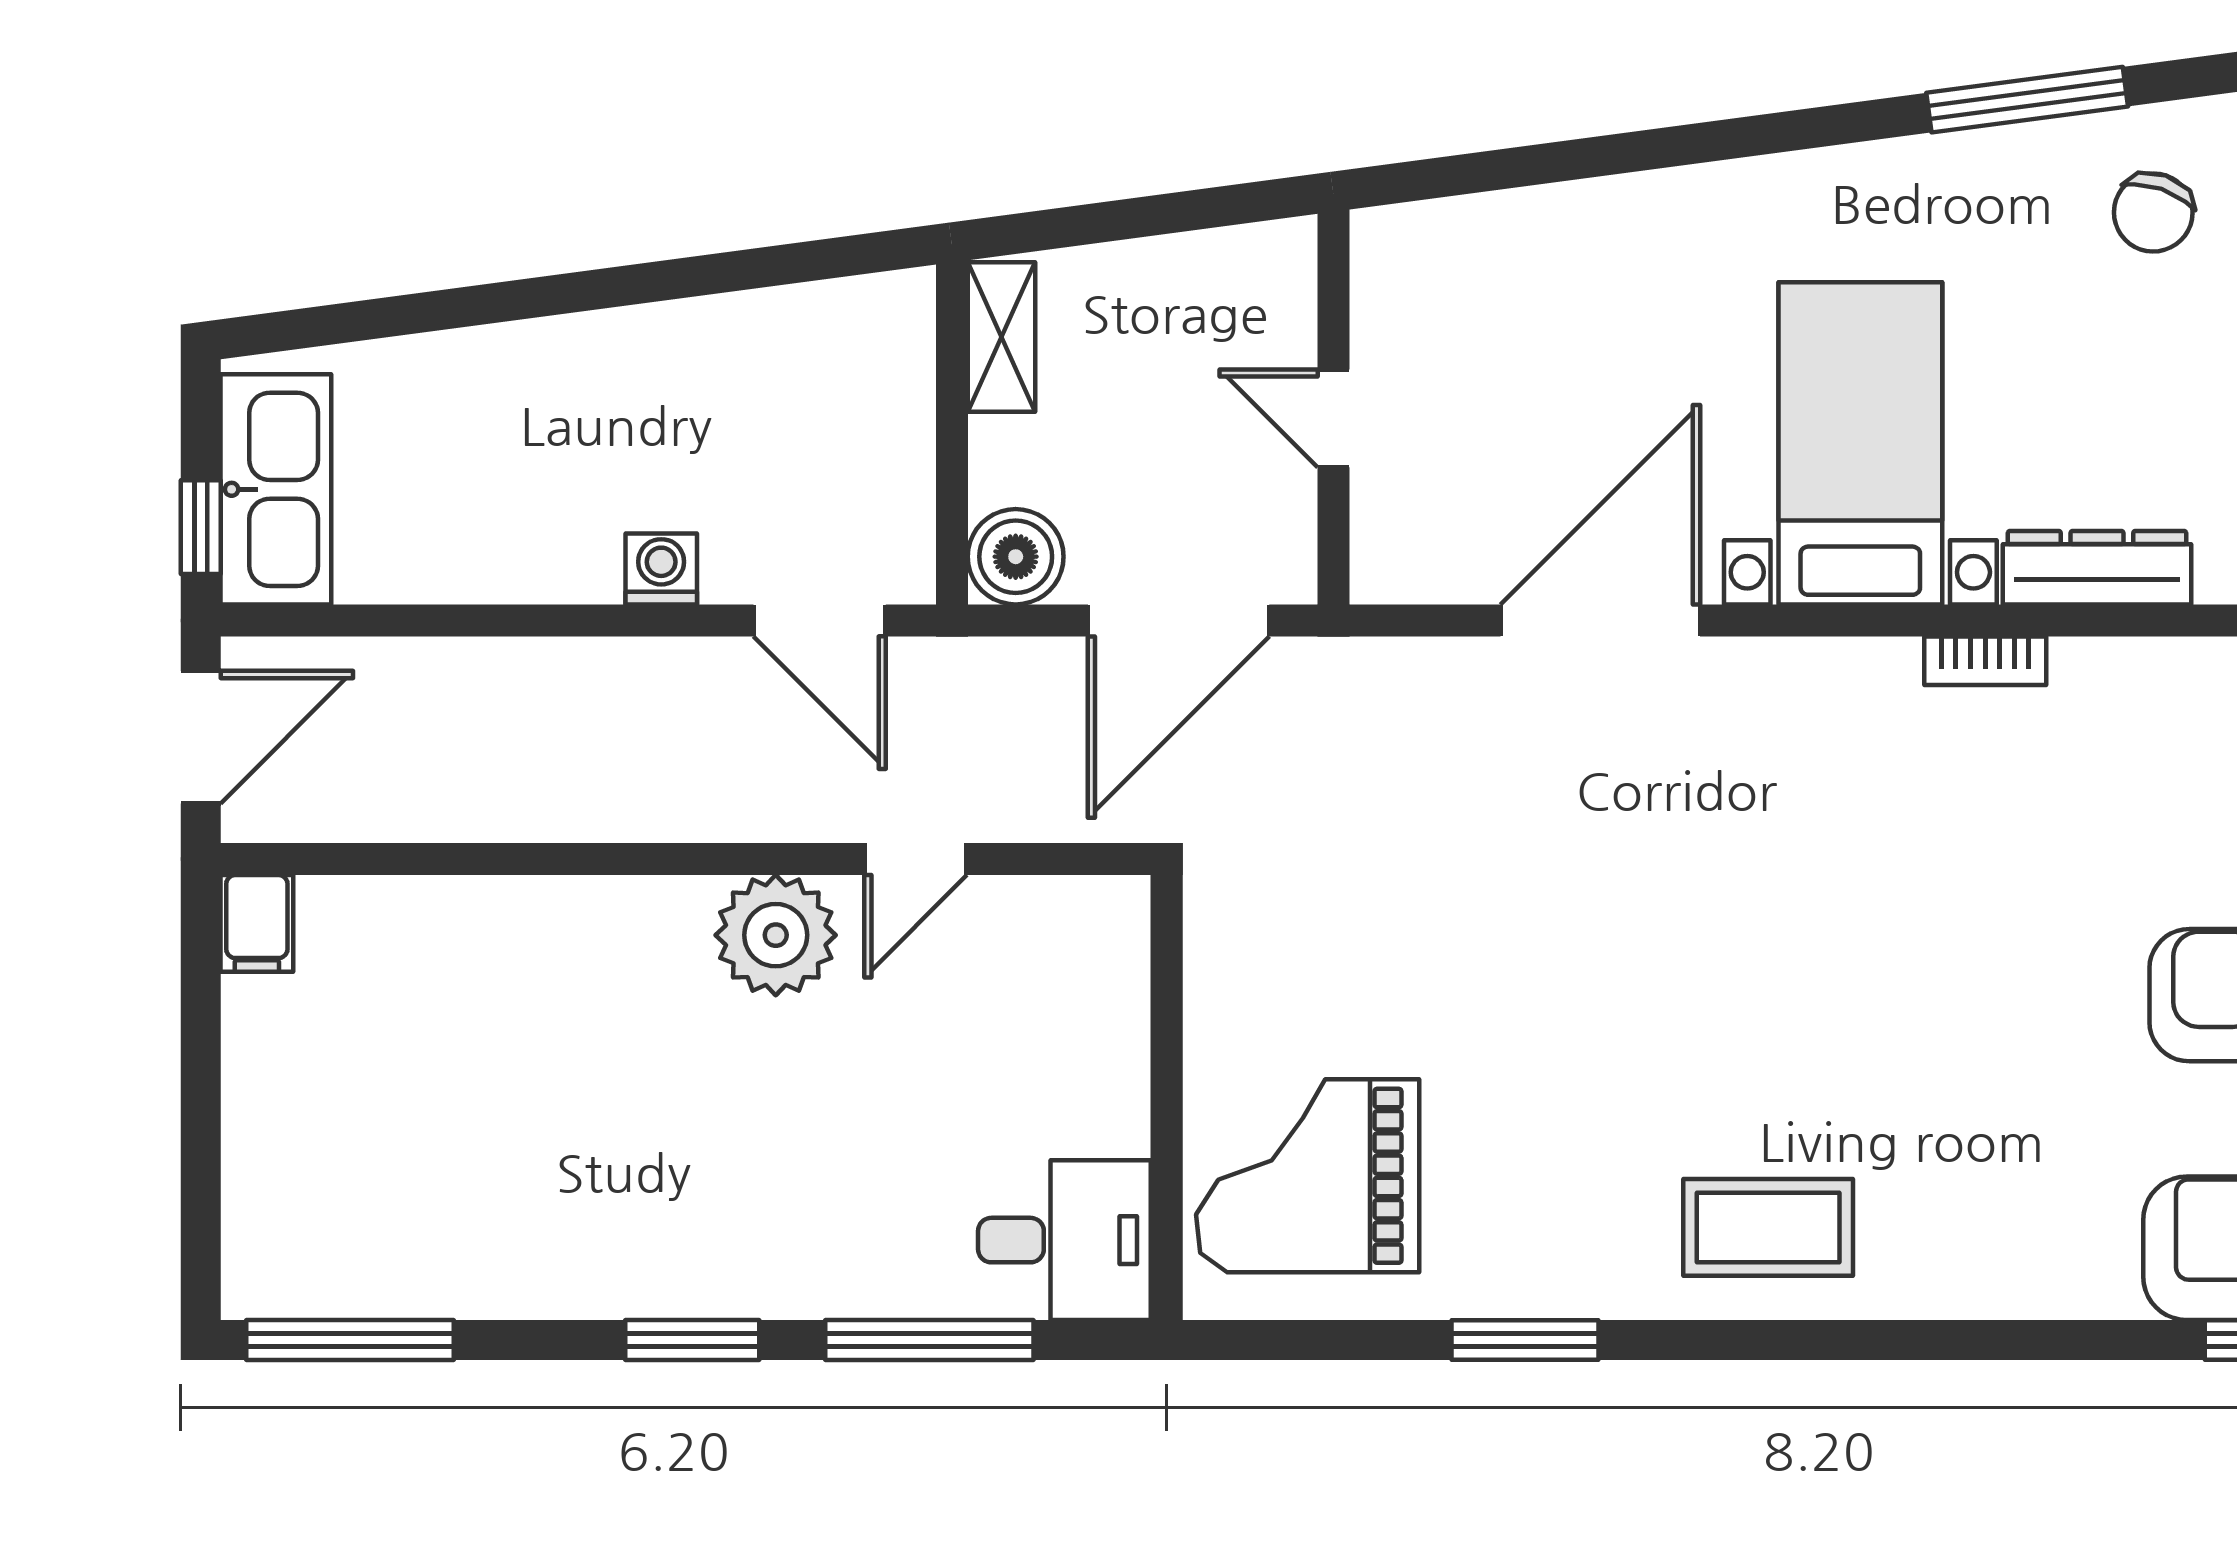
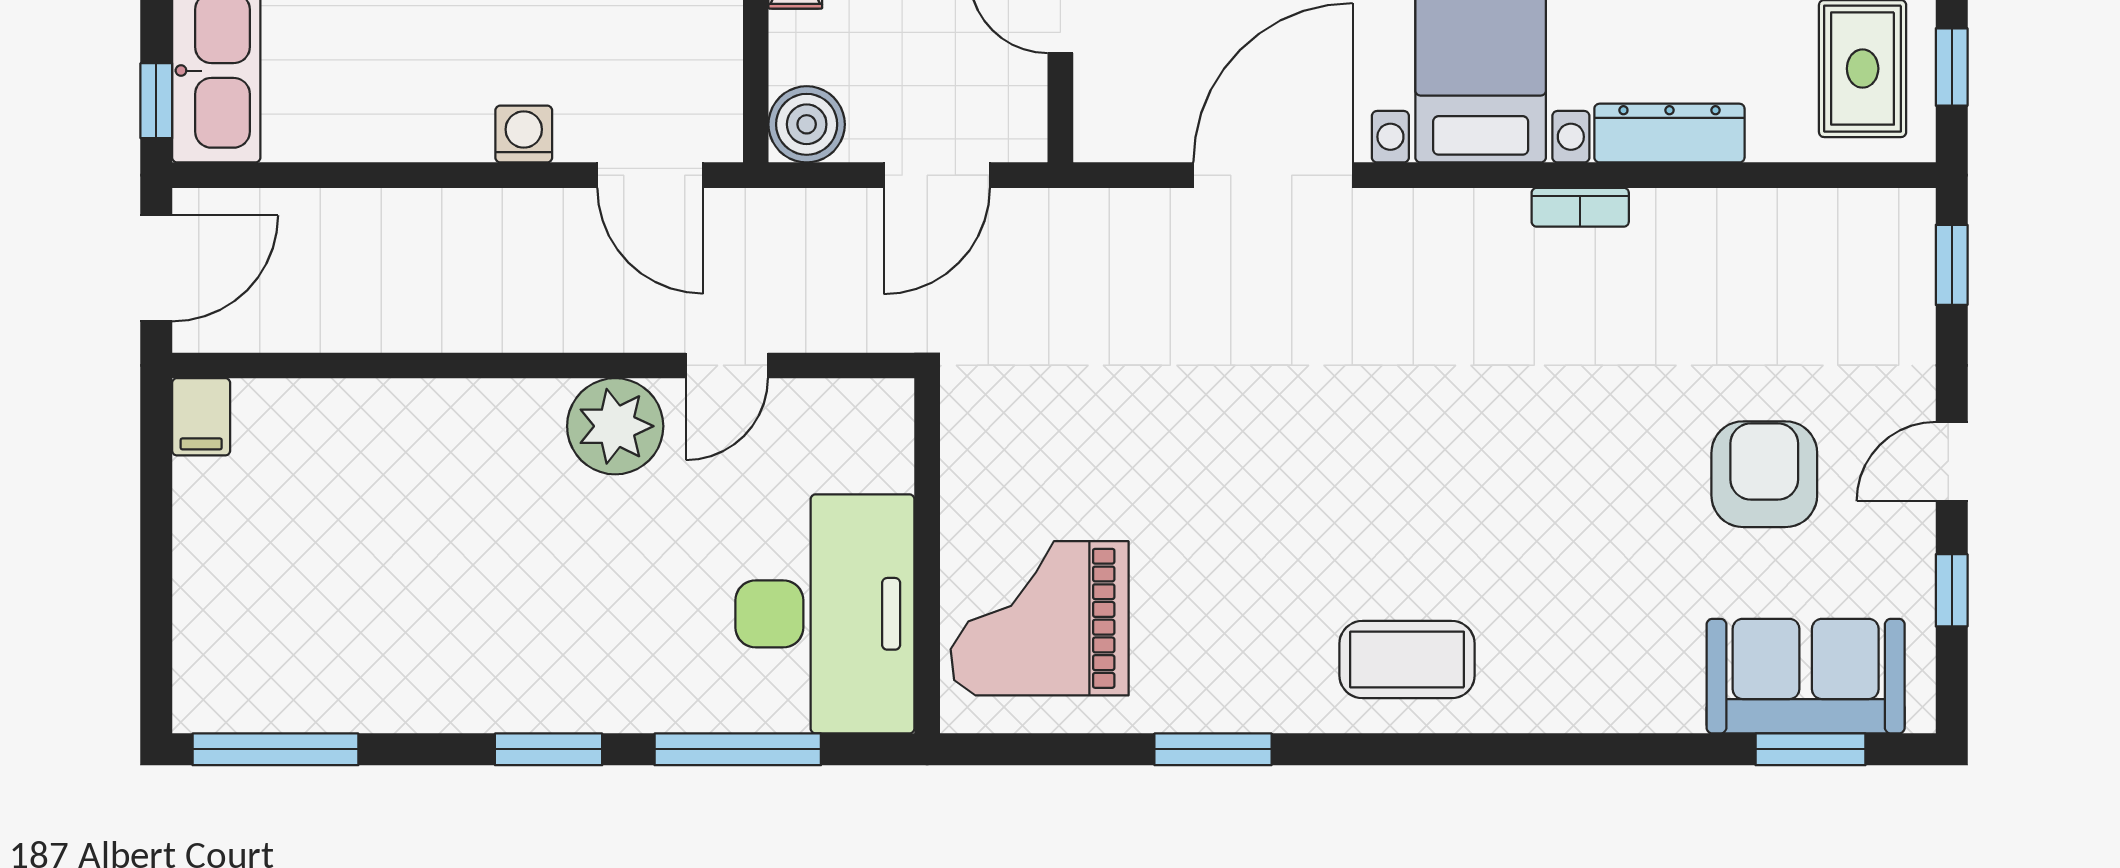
door: (1179, 620) -> (937, 175), width x0.73
desk: (1064, 1240) -> (825, 614), width x1.87, depth x1.30

